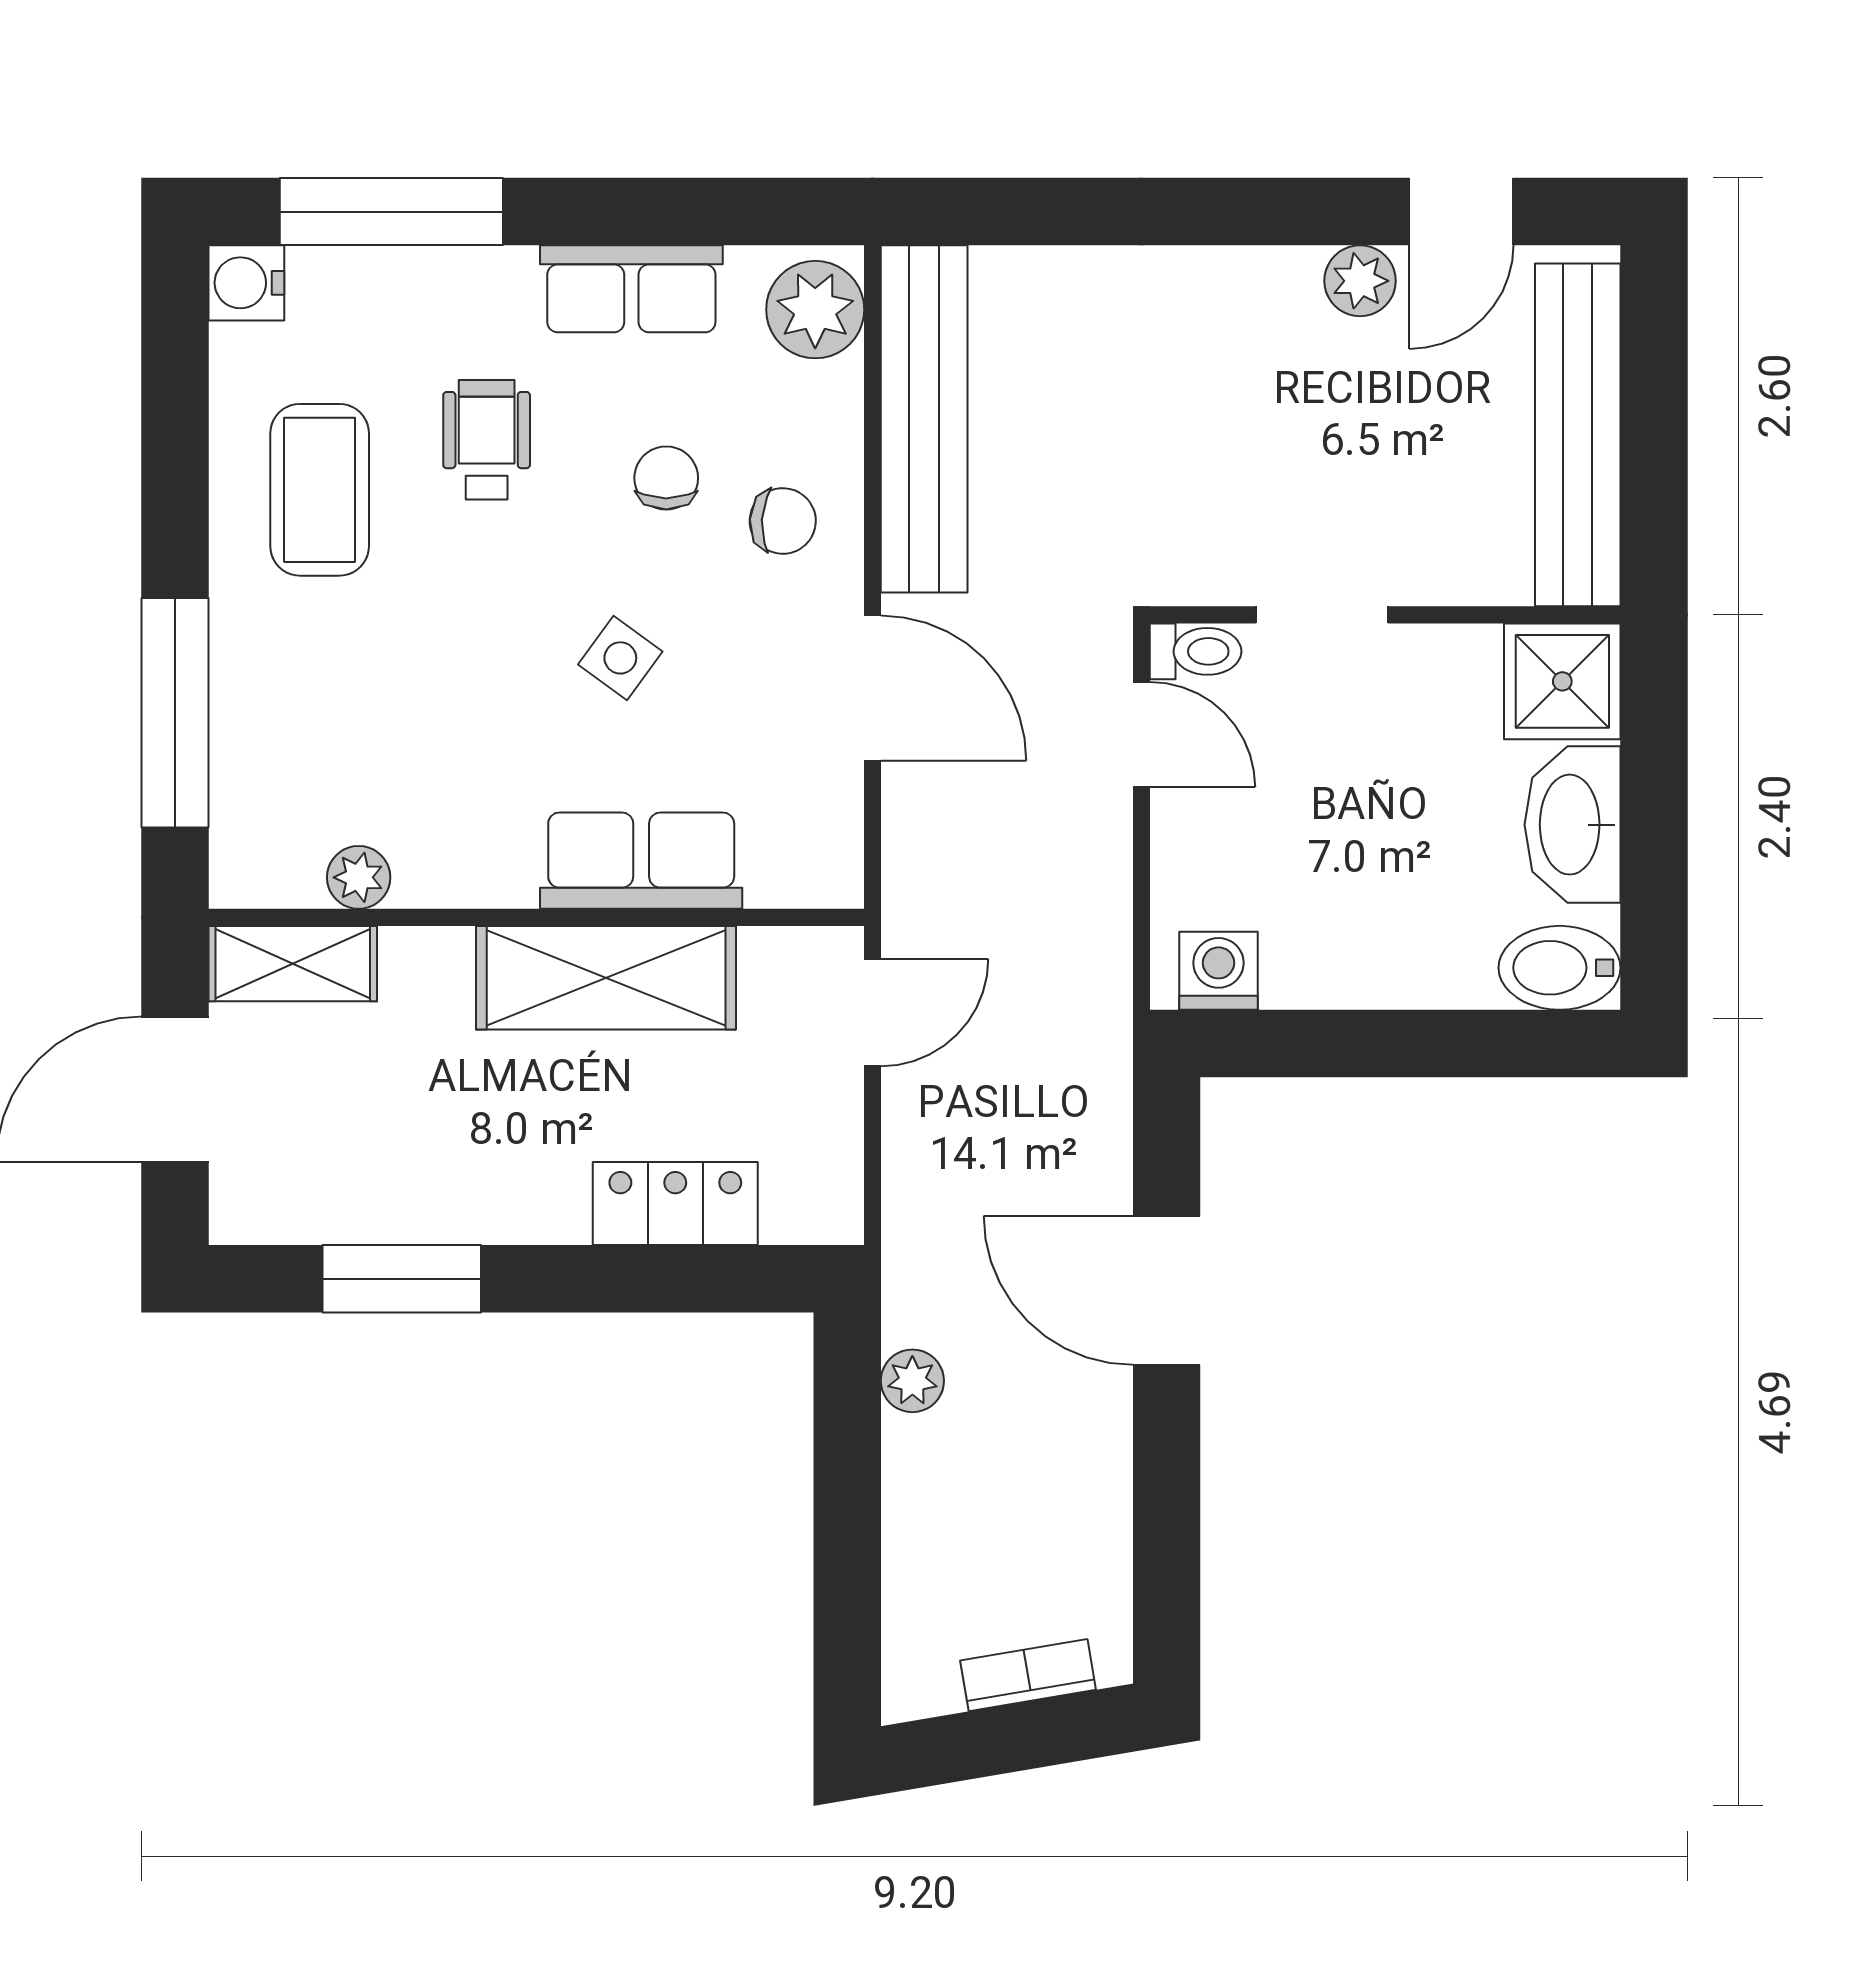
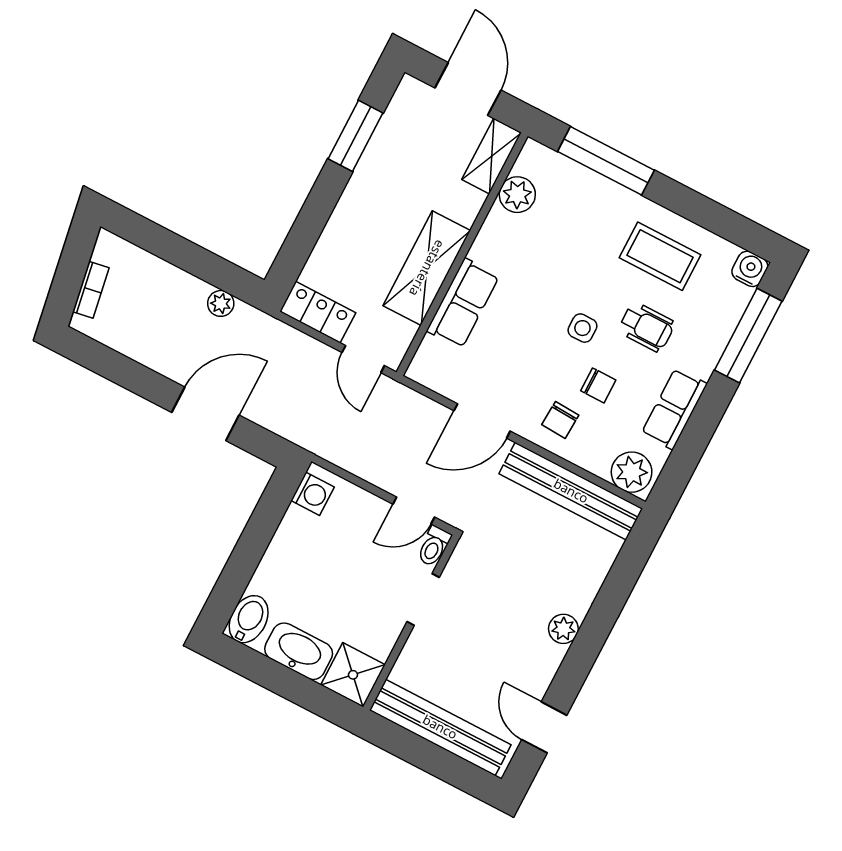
plant: (1360, 281) -> (563, 629), moved
side table: (620, 658) -> (582, 328), moved, turned -36
plant: (359, 877) -> (517, 195), width x1.38, depth x1.38
locker: (675, 1203) -> (318, 312), moved, turned -90

